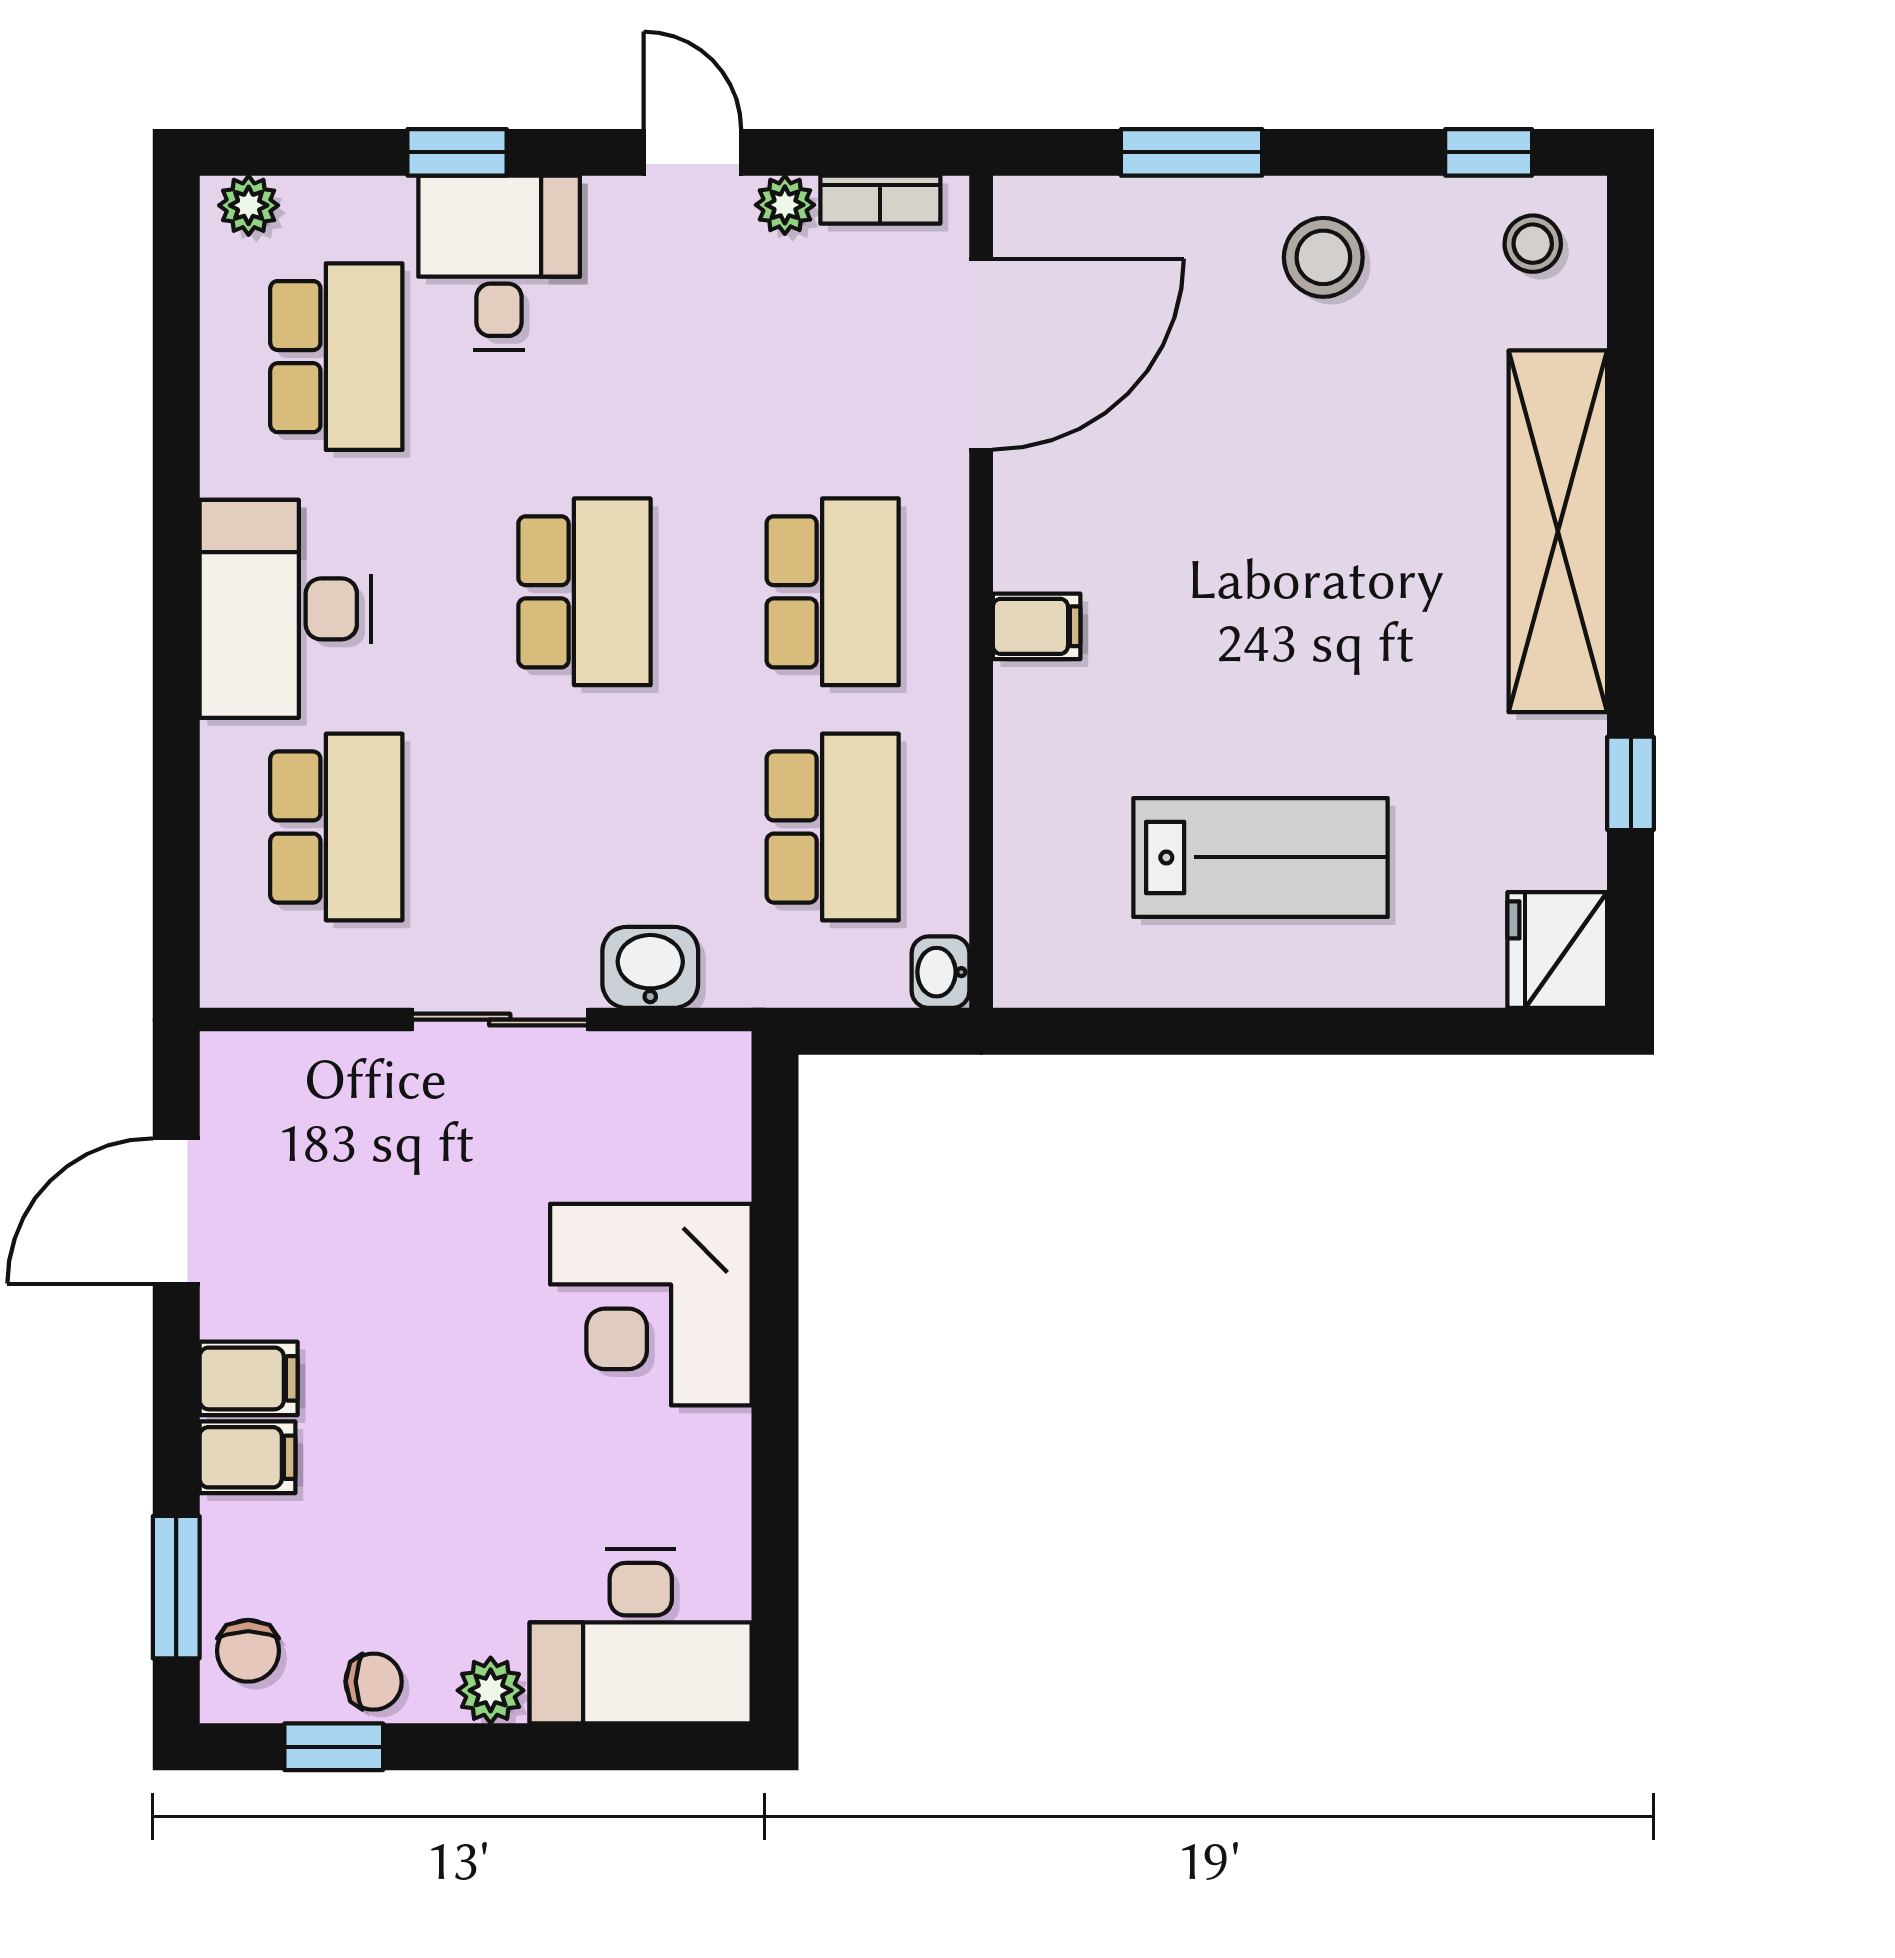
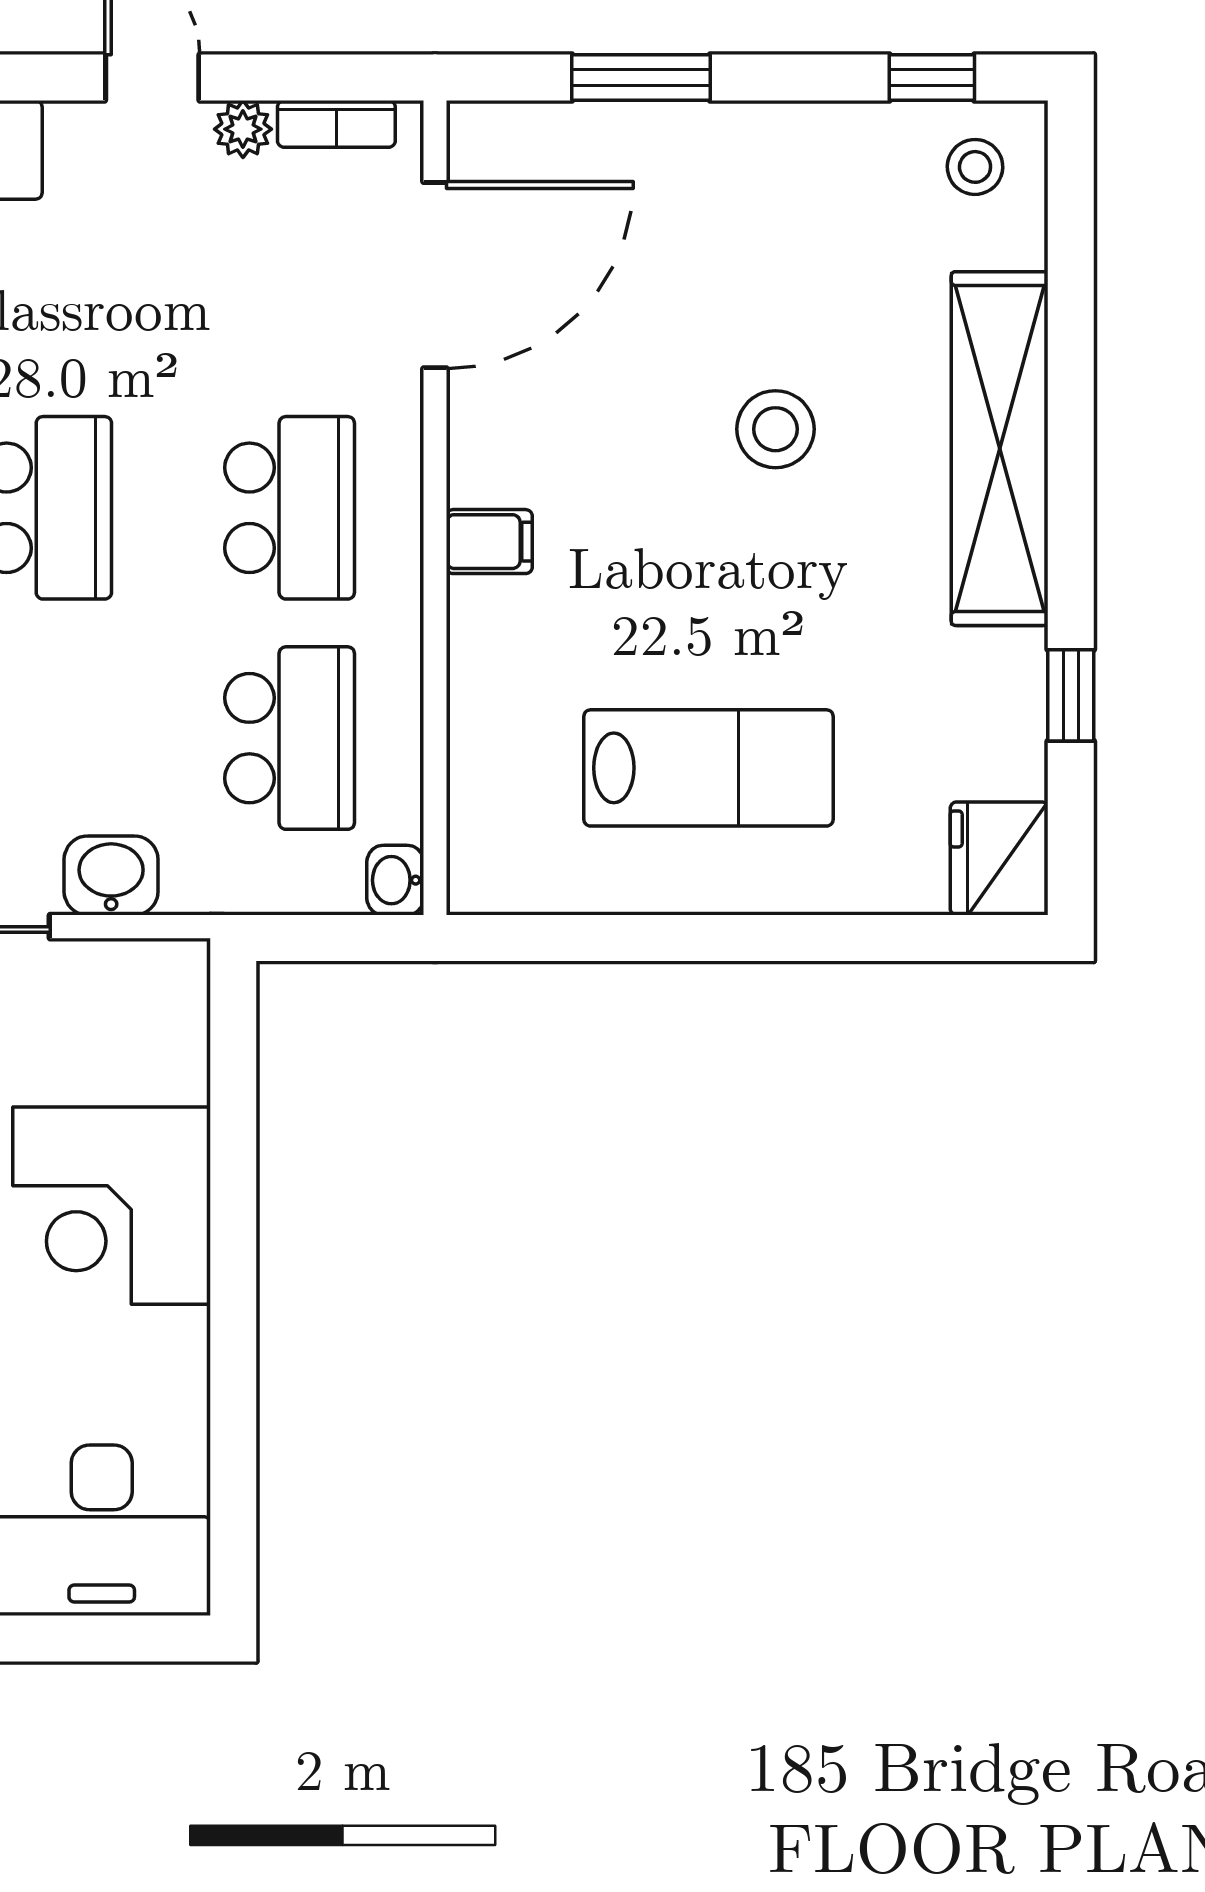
stool: (1323, 257) -> (775, 429), moved

